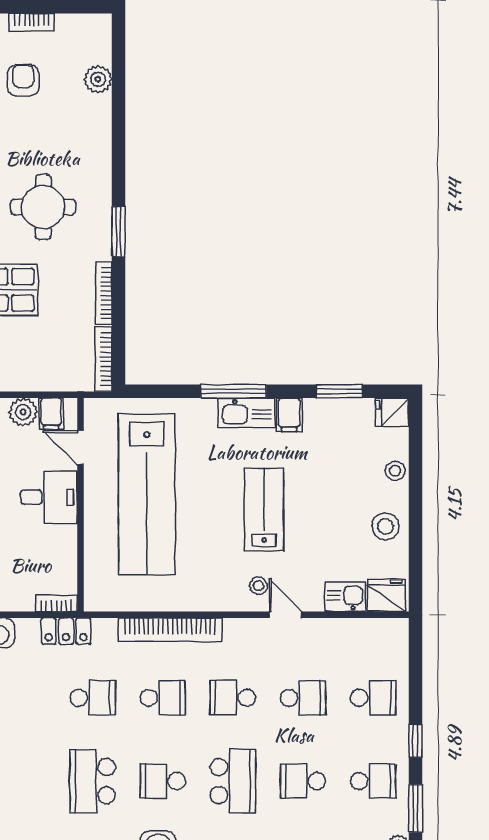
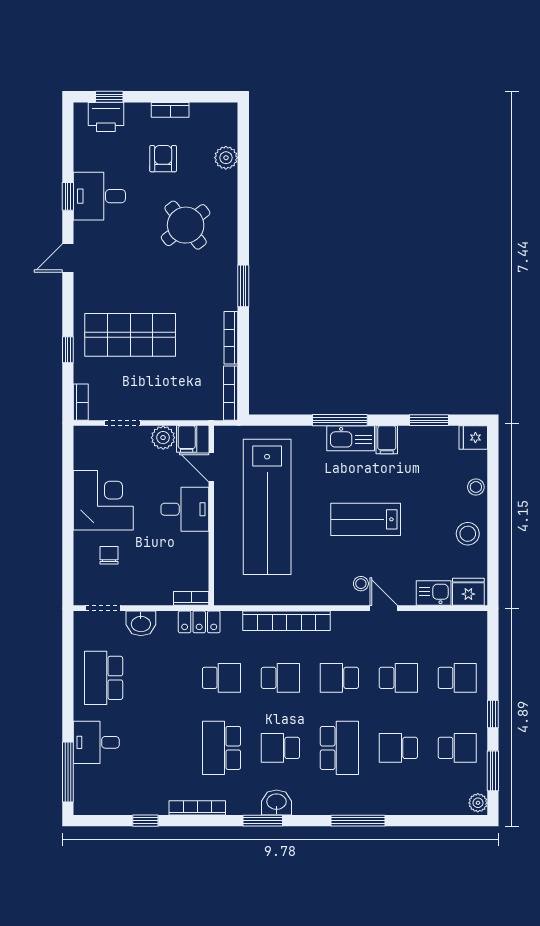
round table: (43, 207) -> (186, 225), moved, turned -38
lab bench: (264, 509) -> (366, 519), turned -90

